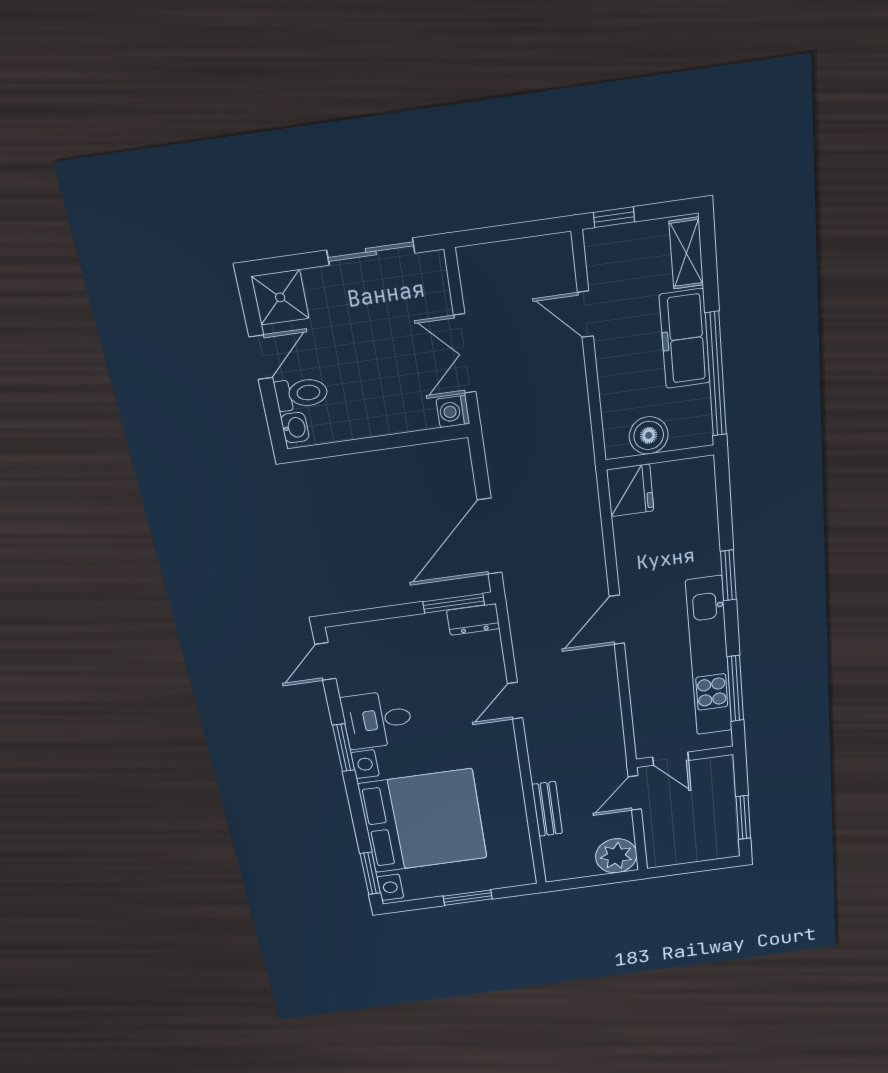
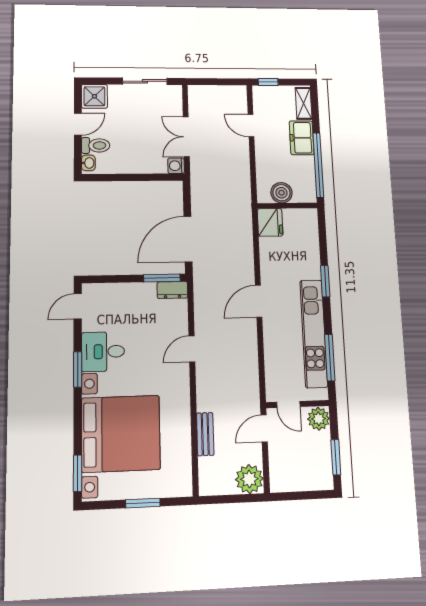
freezer: (685, 339) -> (302, 138), width x0.71
plant: (717, 772) -> (319, 419), added

